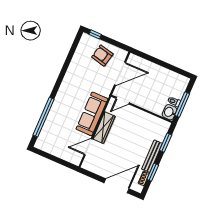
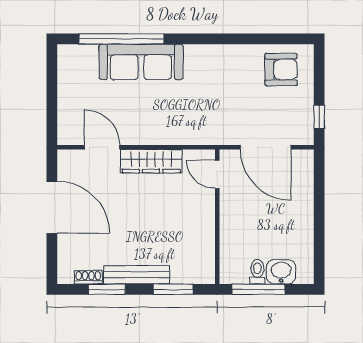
window: (95, 34) -> (319, 117), moved
armchair: (102, 56) -> (281, 69), moved, turned 77
washbasin: (170, 112) -> (281, 272), moved
sofa: (92, 114) -> (141, 62), moved, turned 180
door: (117, 186) -> (52, 207), moved

